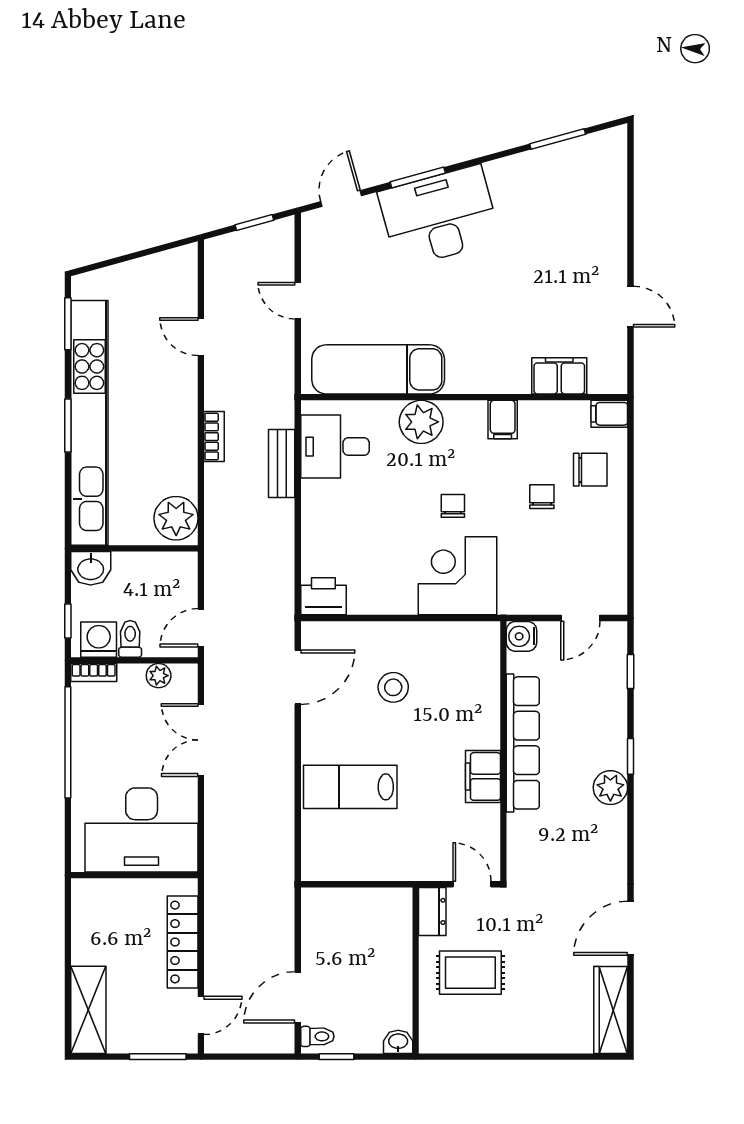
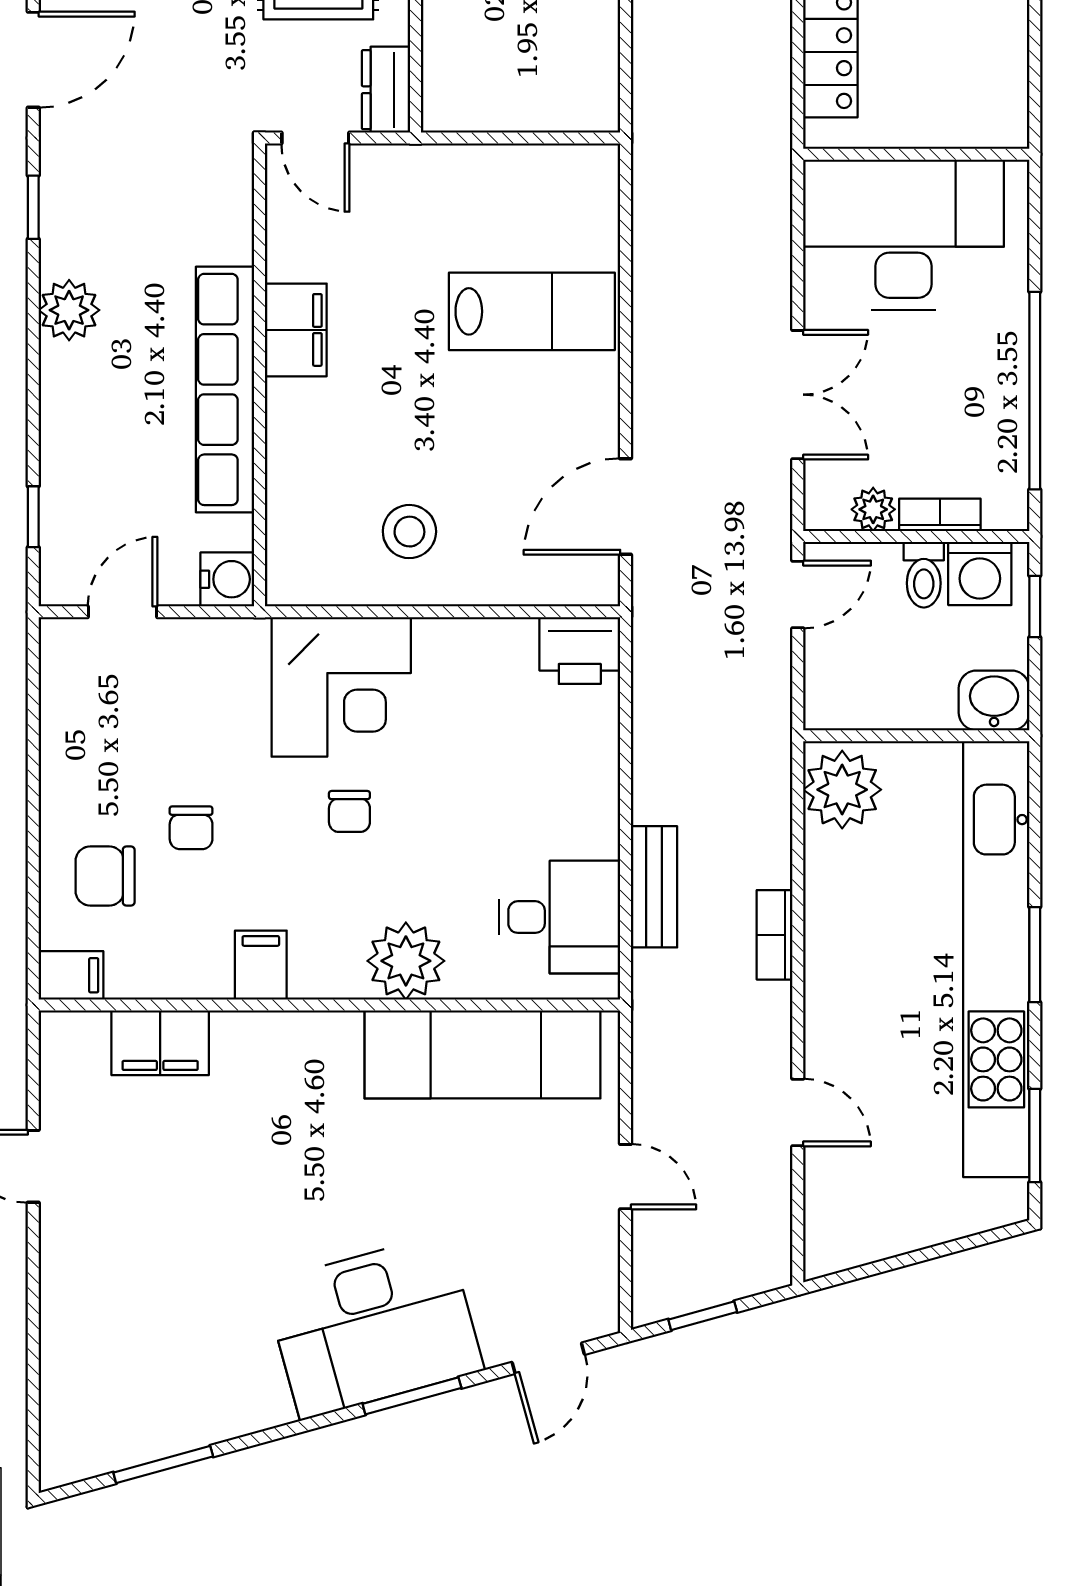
bookcase: (94, 673) -> (940, 515), moved
stool: (393, 687) -> (409, 532), moved
window: (631, 756) -> (33, 207), moved

